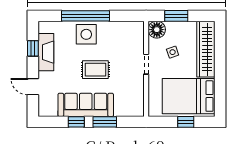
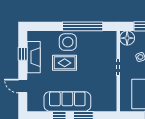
window: (85, 16) -> (83, 26), moved
rug: (95, 70) -> (65, 63), moved

